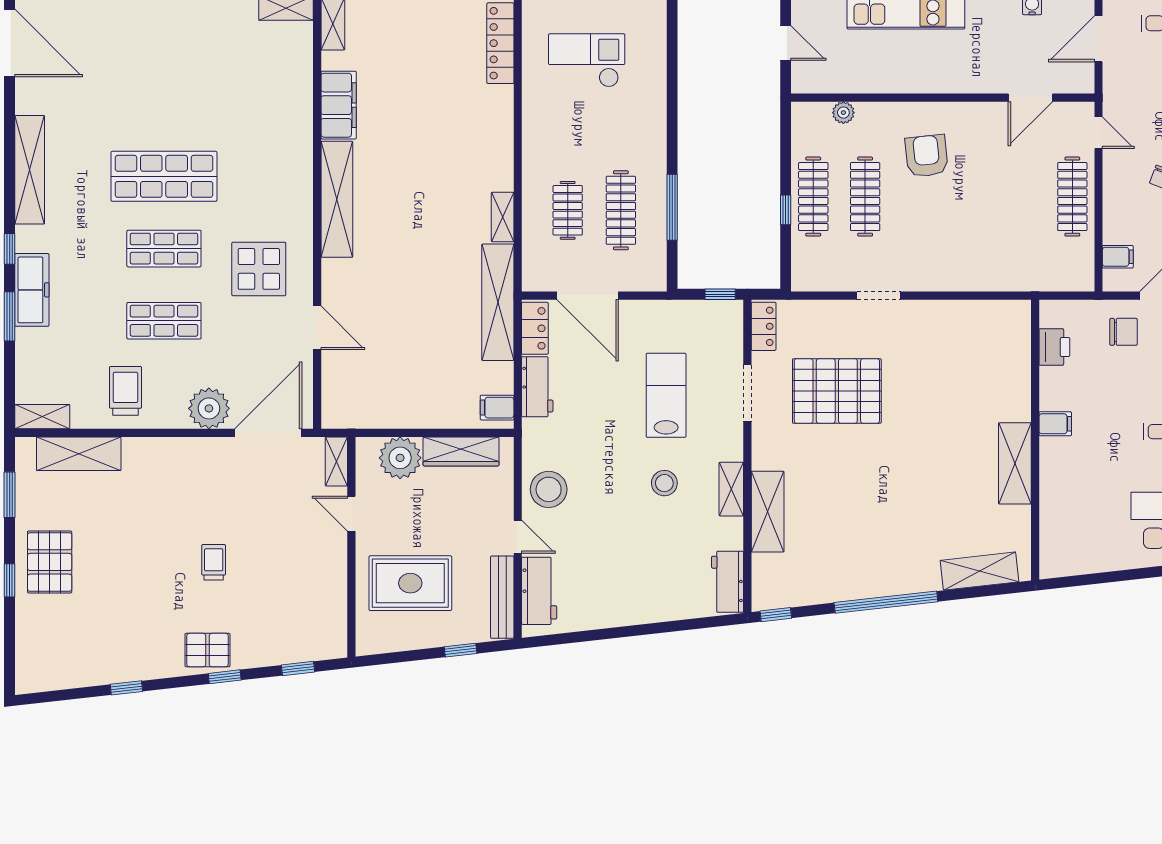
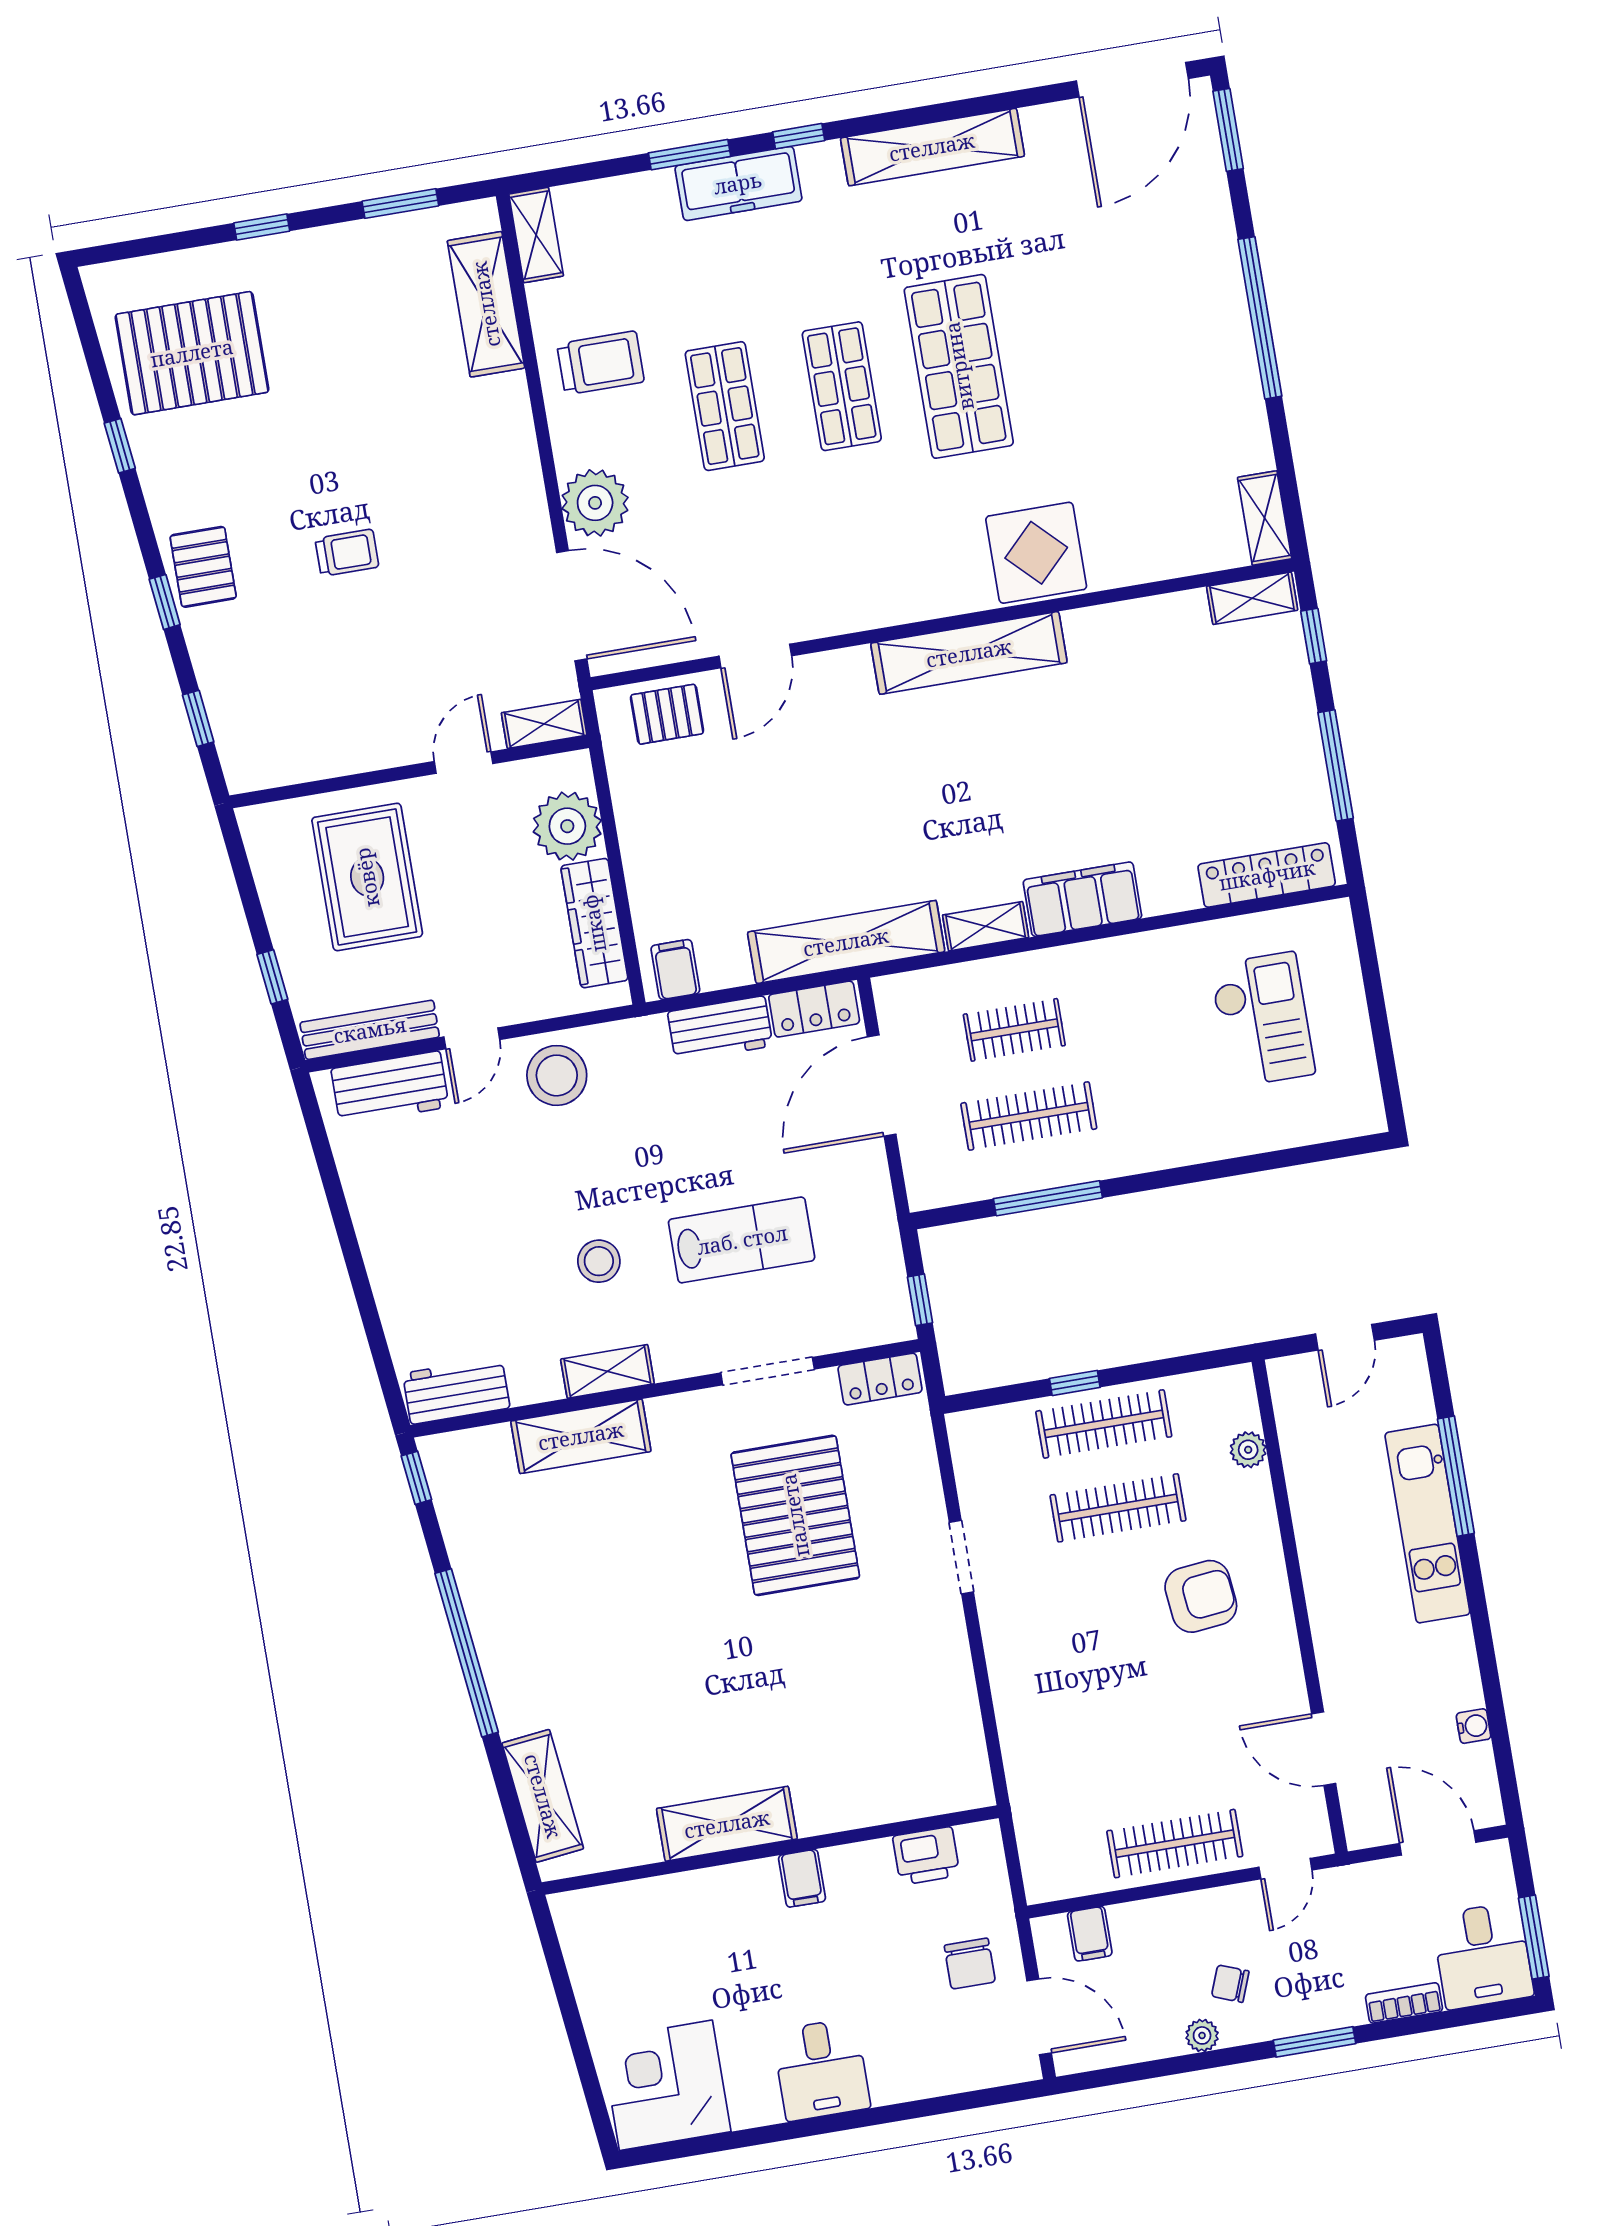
filing cabinet: (339, 105) -> (1082, 899), moved, turned 180
display table: (259, 269) -> (1036, 553), moved
pallet: (343, 387) -> (667, 714), added
pallet: (50, 562) -> (192, 353), moved, width x1.37, depth x1.41

